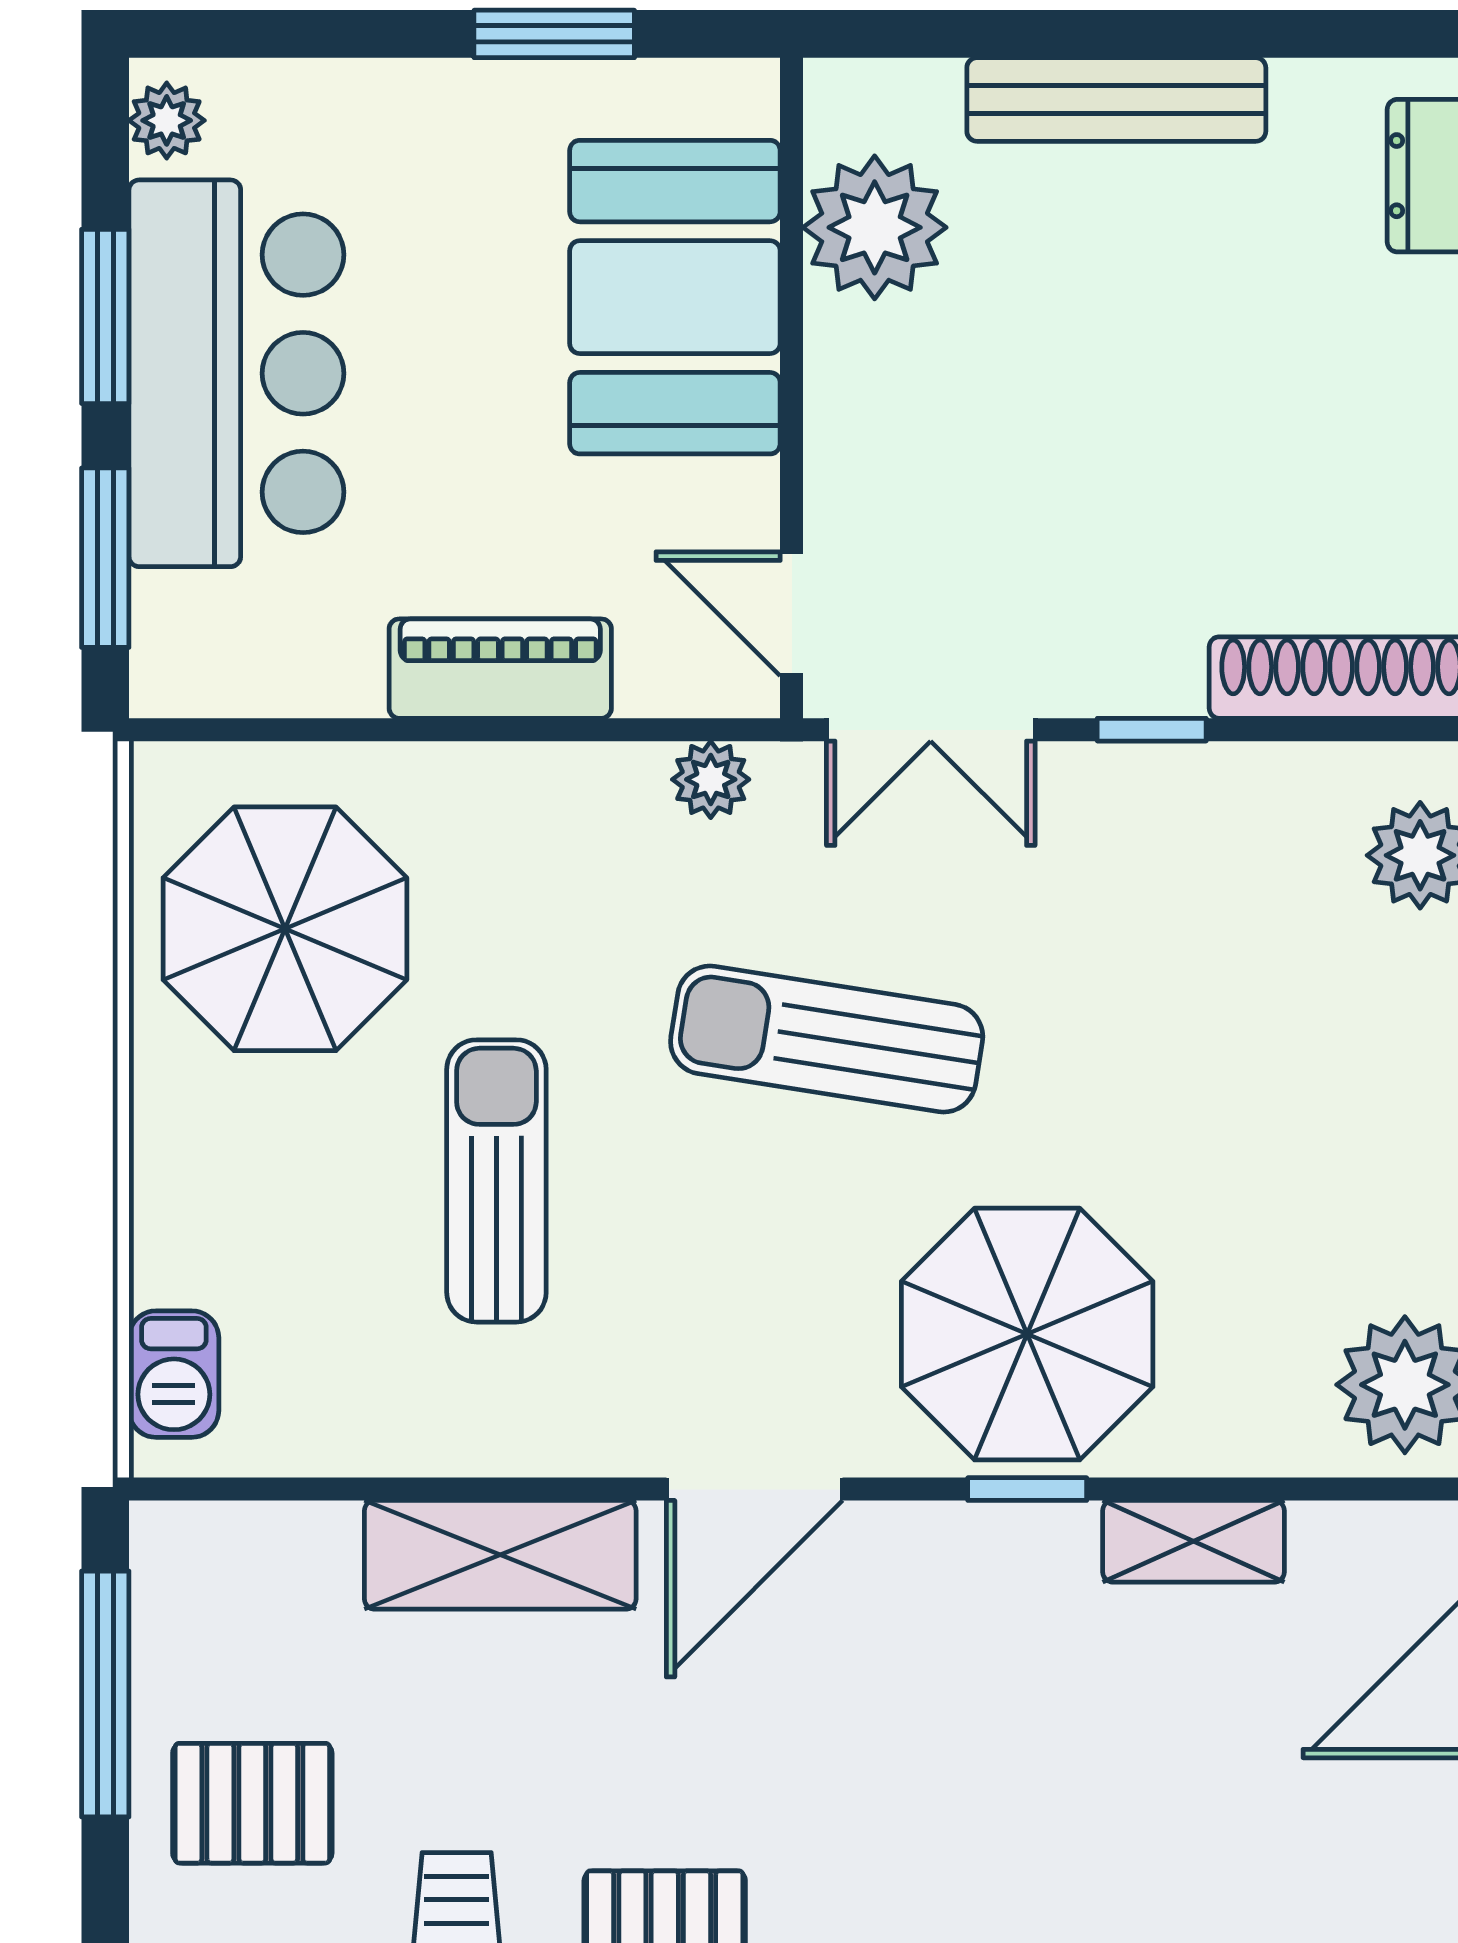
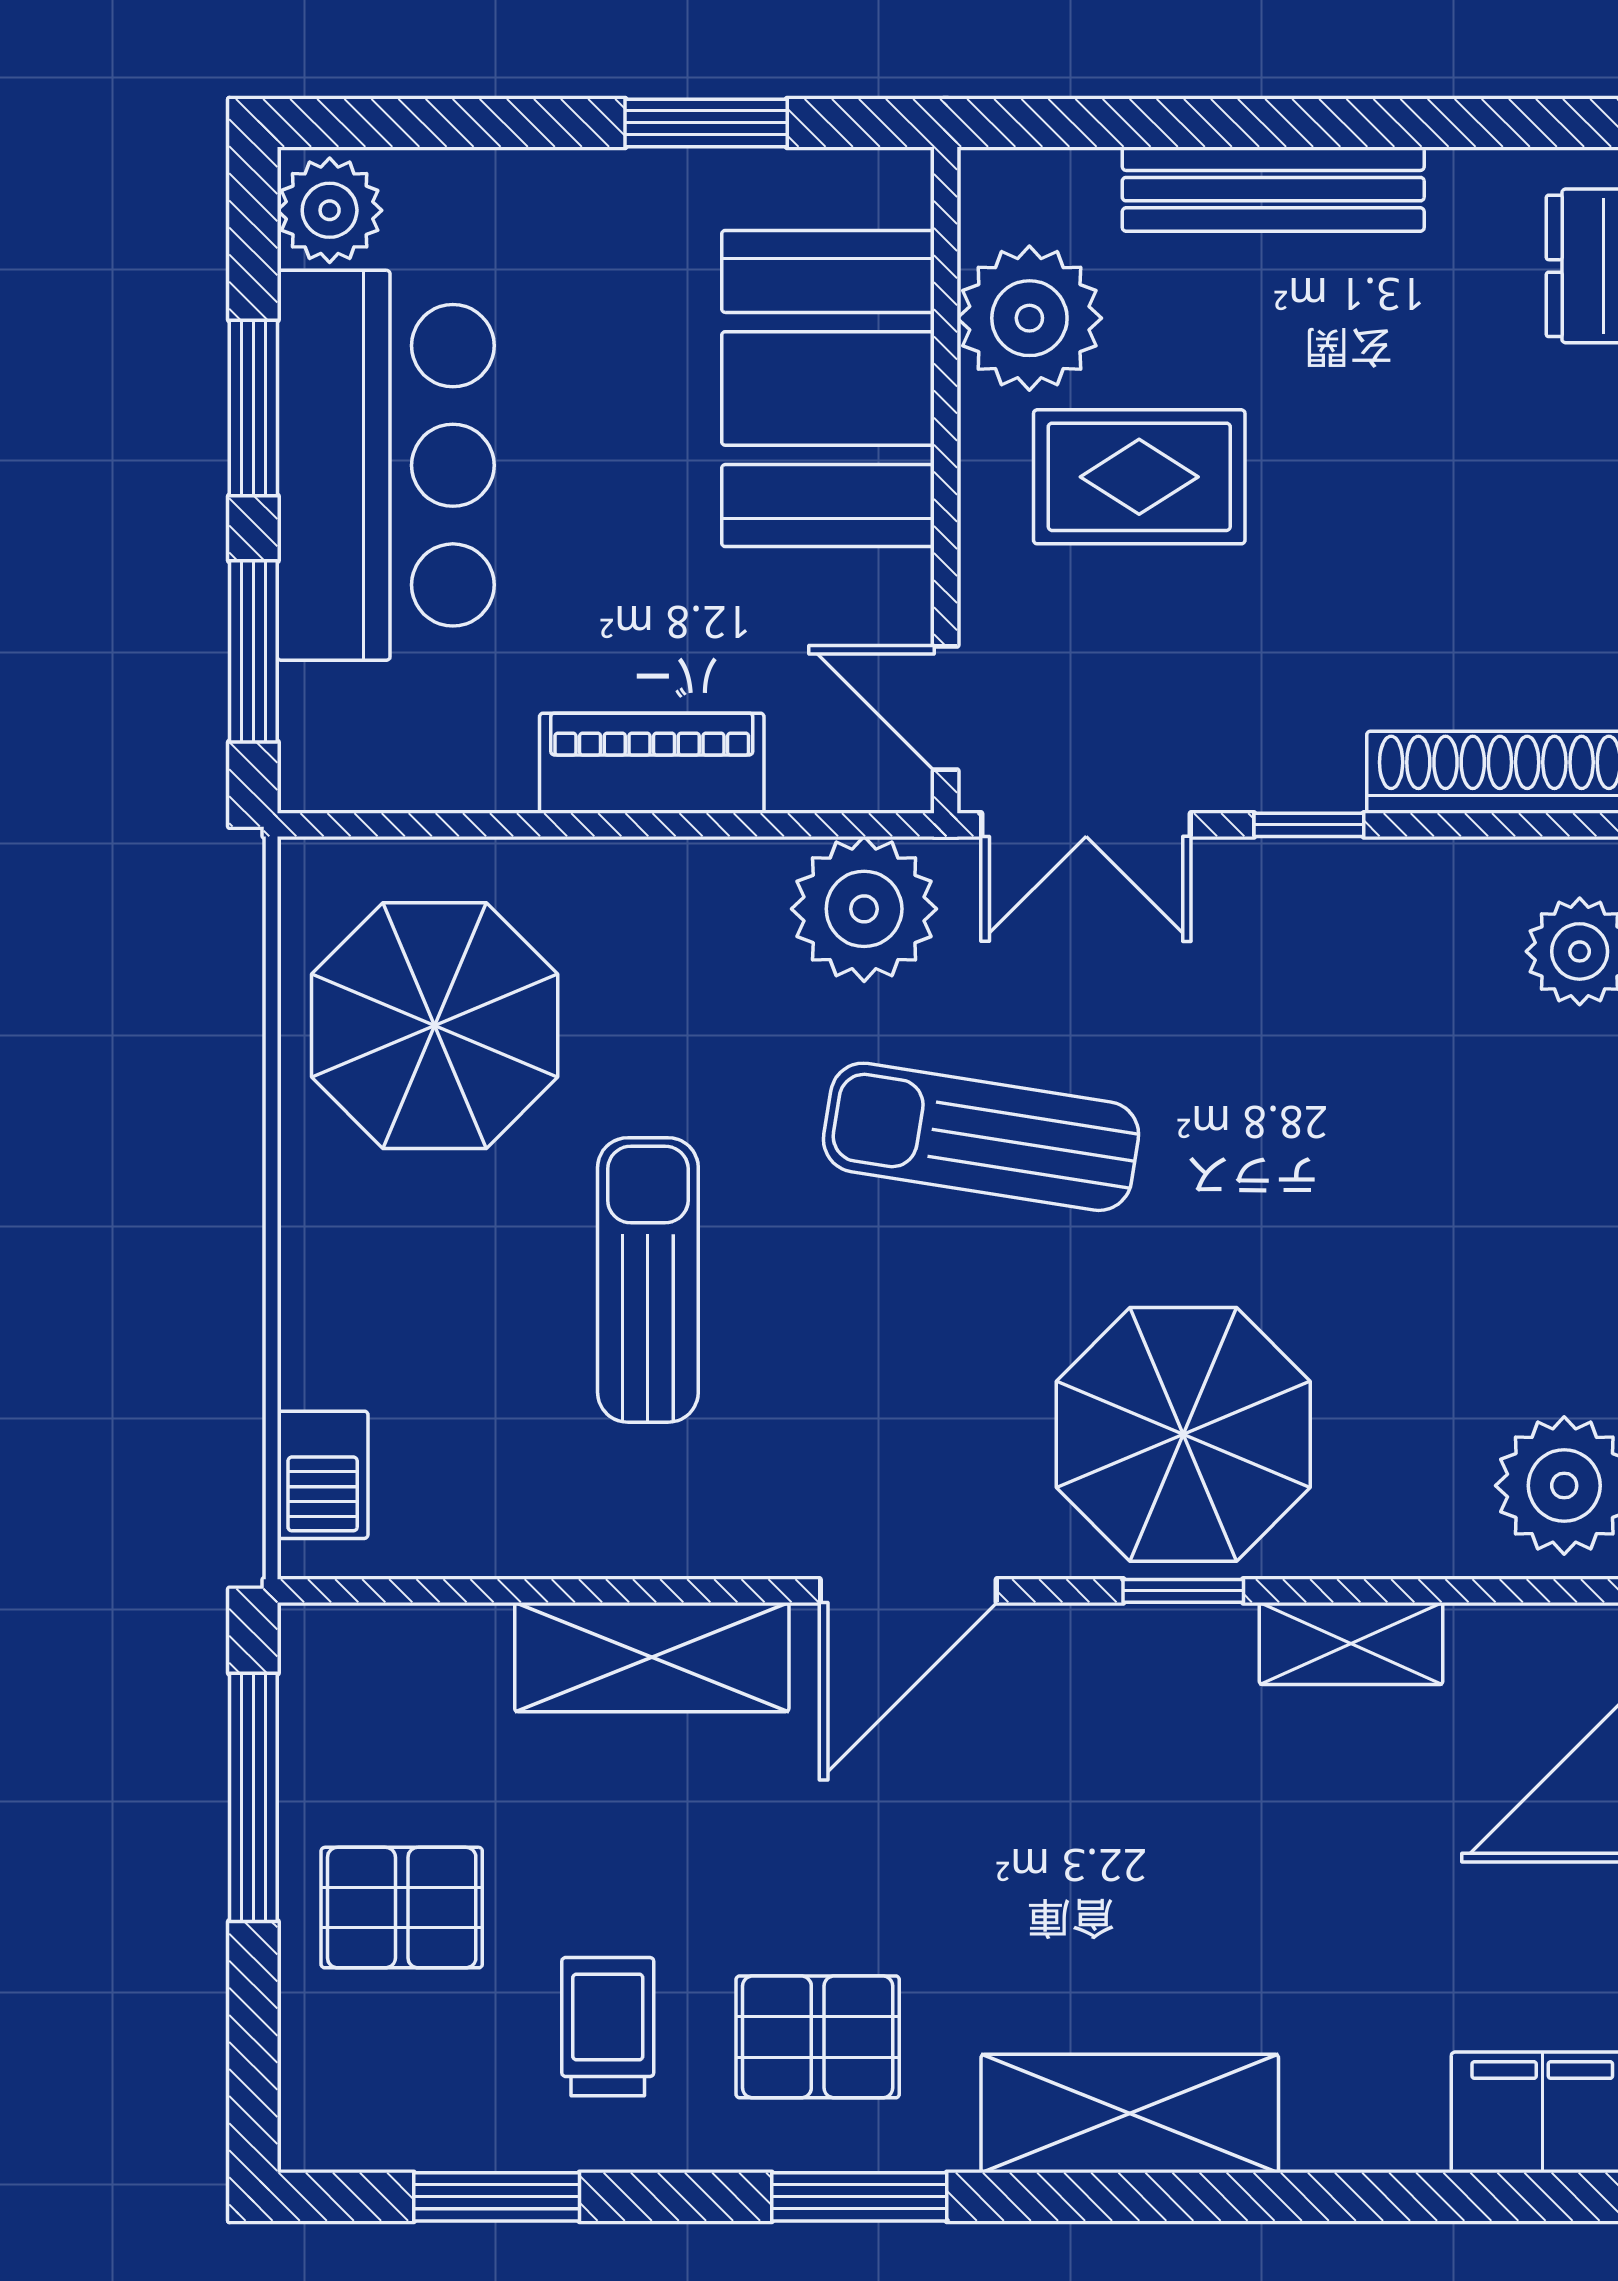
plant: (167, 120) -> (330, 210), width x1.38, depth x1.38
rug: (984, 385) -> (1139, 477), added
plant: (711, 779) -> (864, 909), width x1.88, depth x1.88

